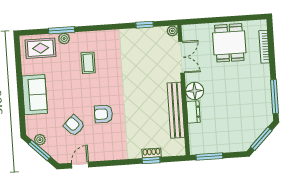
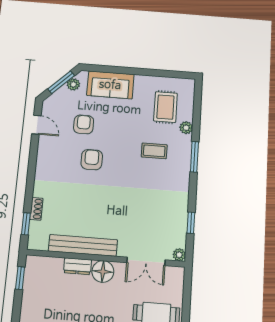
window: (62, 30) -> (194, 157), moved
rug: (41, 48) -> (165, 107), moved
sofa: (35, 95) -> (110, 85), moved
armchair: (74, 125) -> (84, 124), turned -47
window: (209, 156) -> (20, 278), width x0.67
window: (151, 160) -> (26, 224), moved

